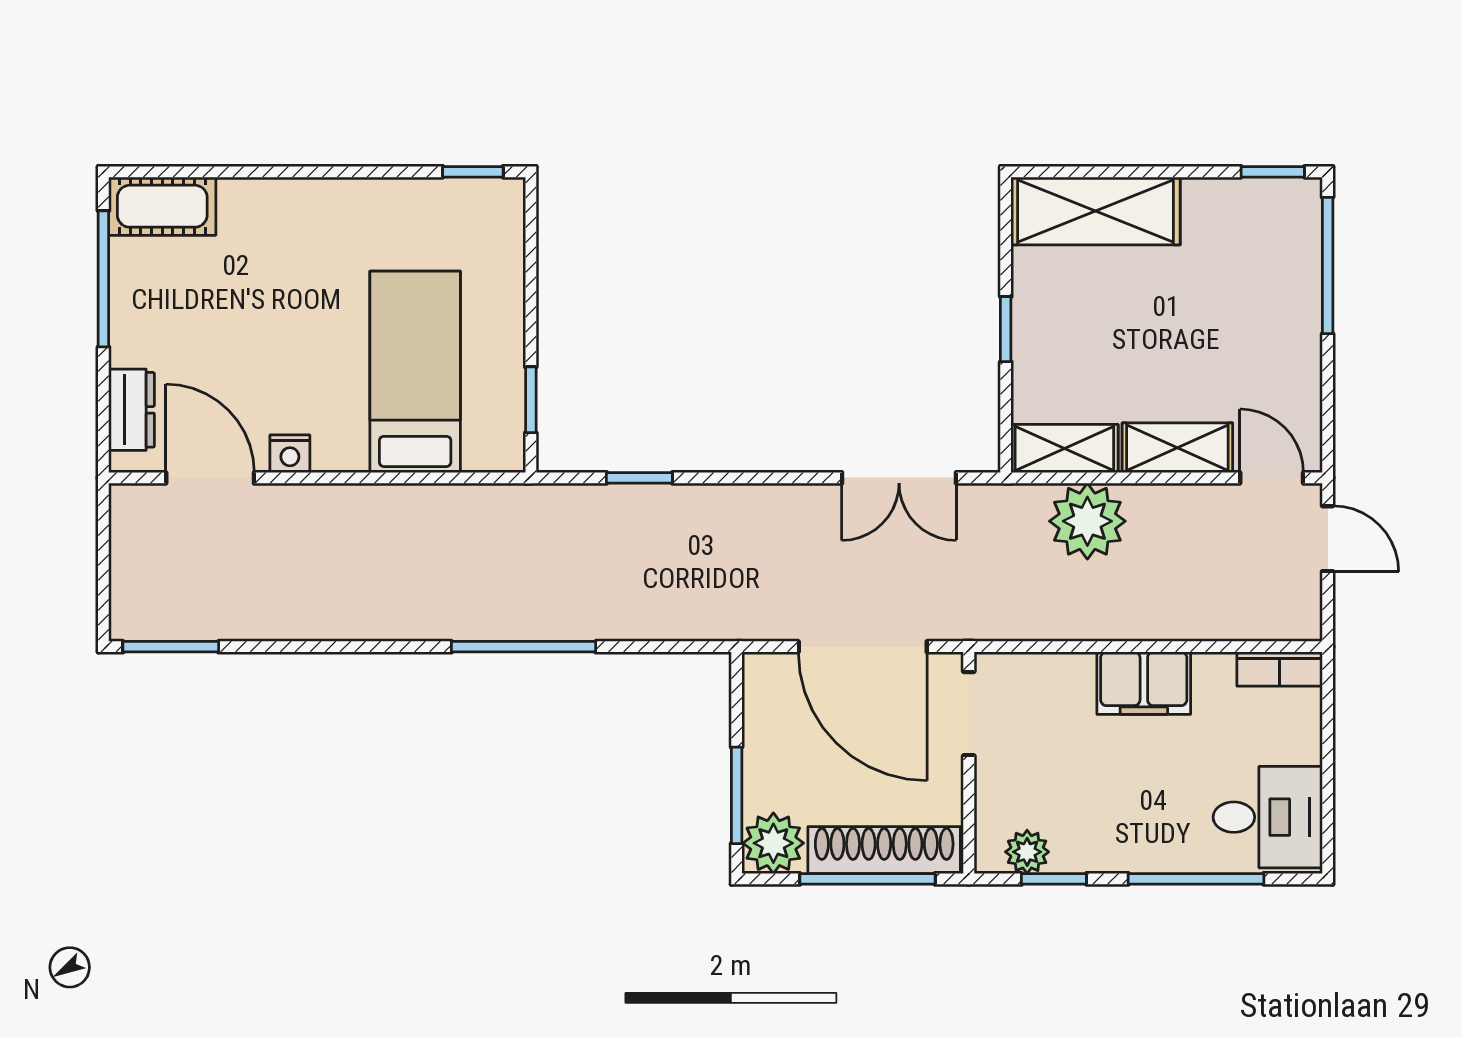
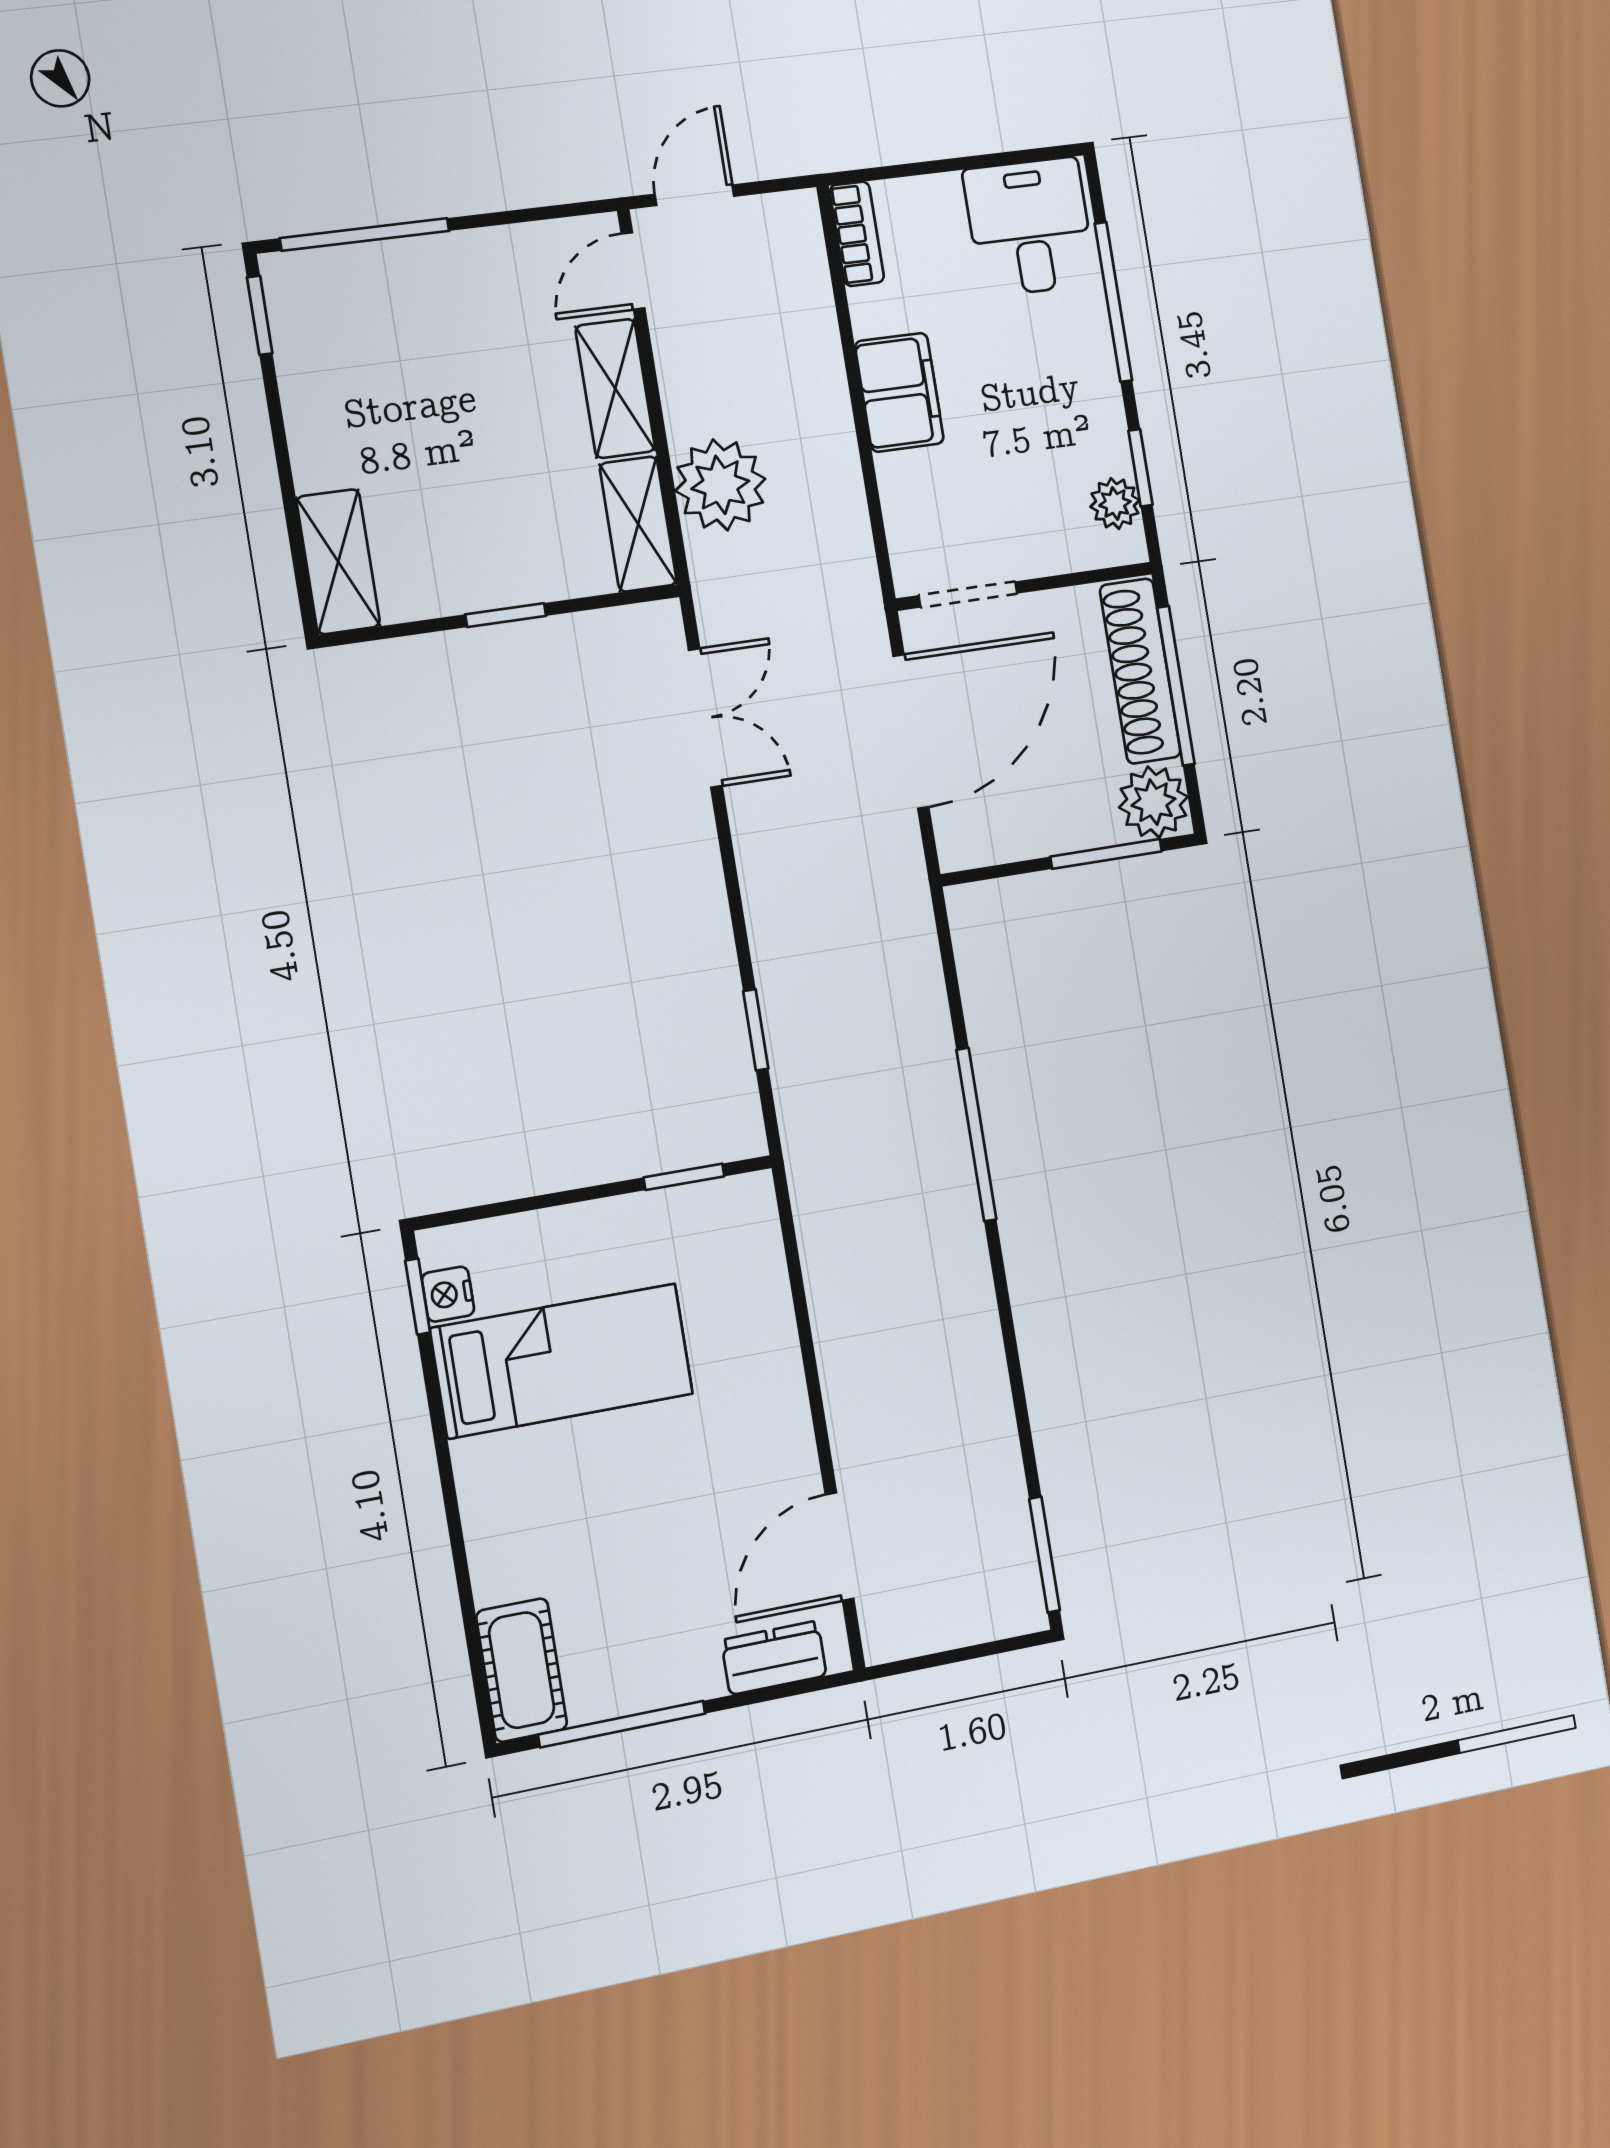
shelving: (1096, 211) -> (338, 562), width x0.67, depth x0.75
bed: (415, 372) -> (562, 1361), moved, turned 180
nightstand: (290, 454) -> (448, 1294), moved, turned 180

